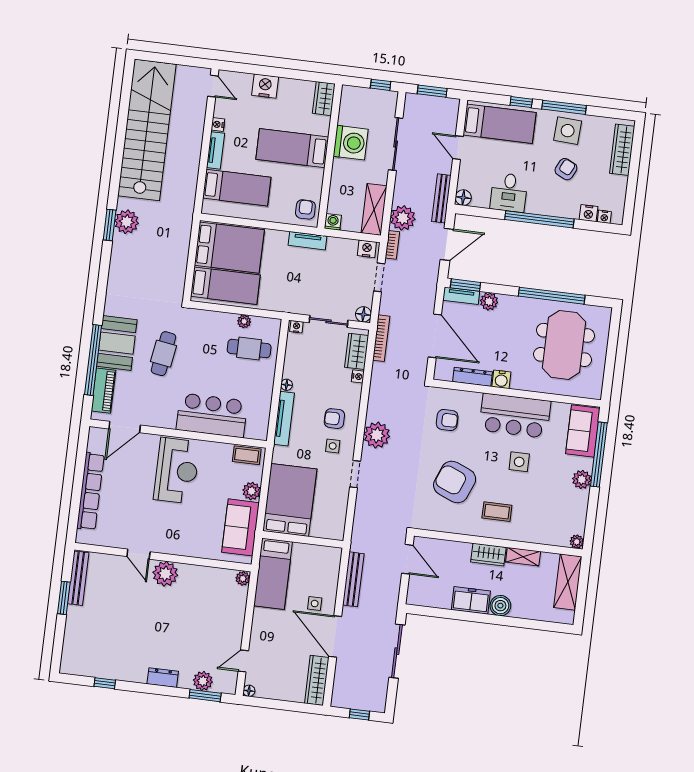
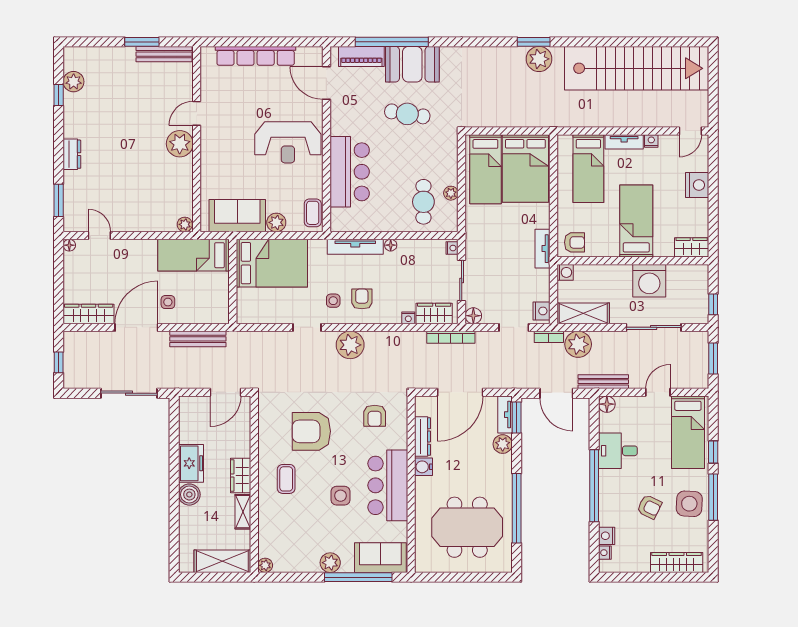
armchair: (455, 482) -> (311, 431), turned -112
plant: (203, 681) -> (74, 82), moved

